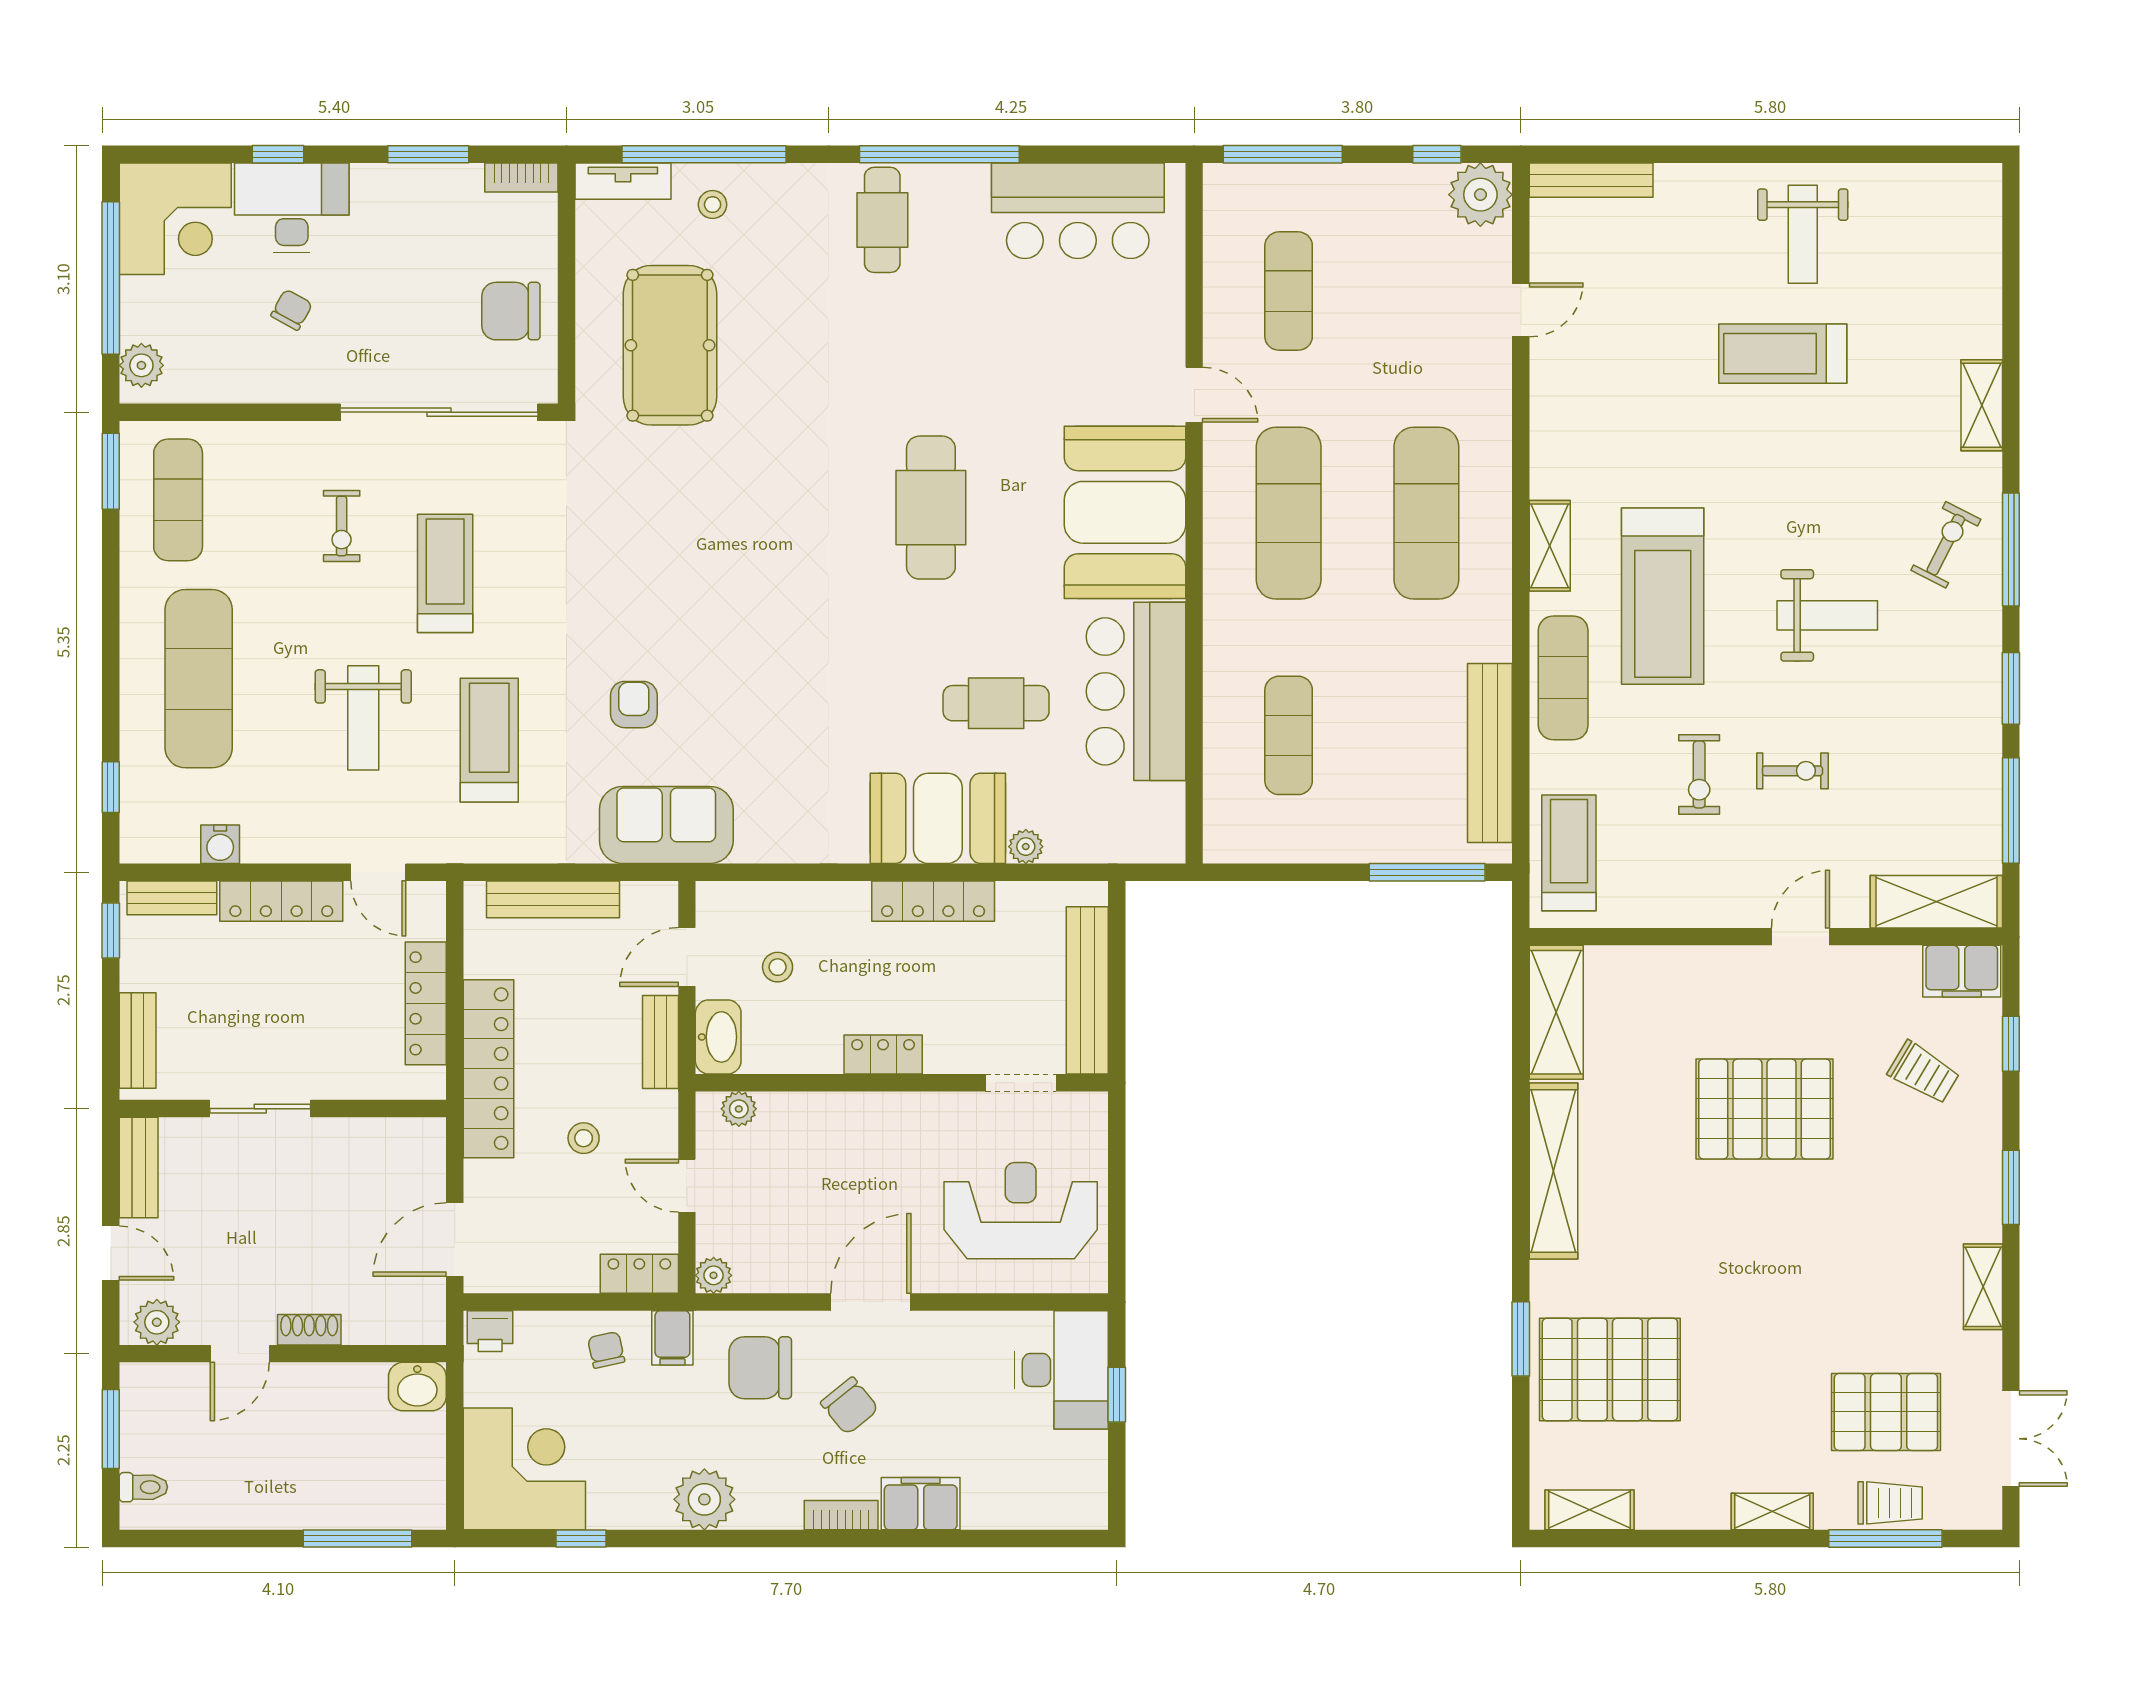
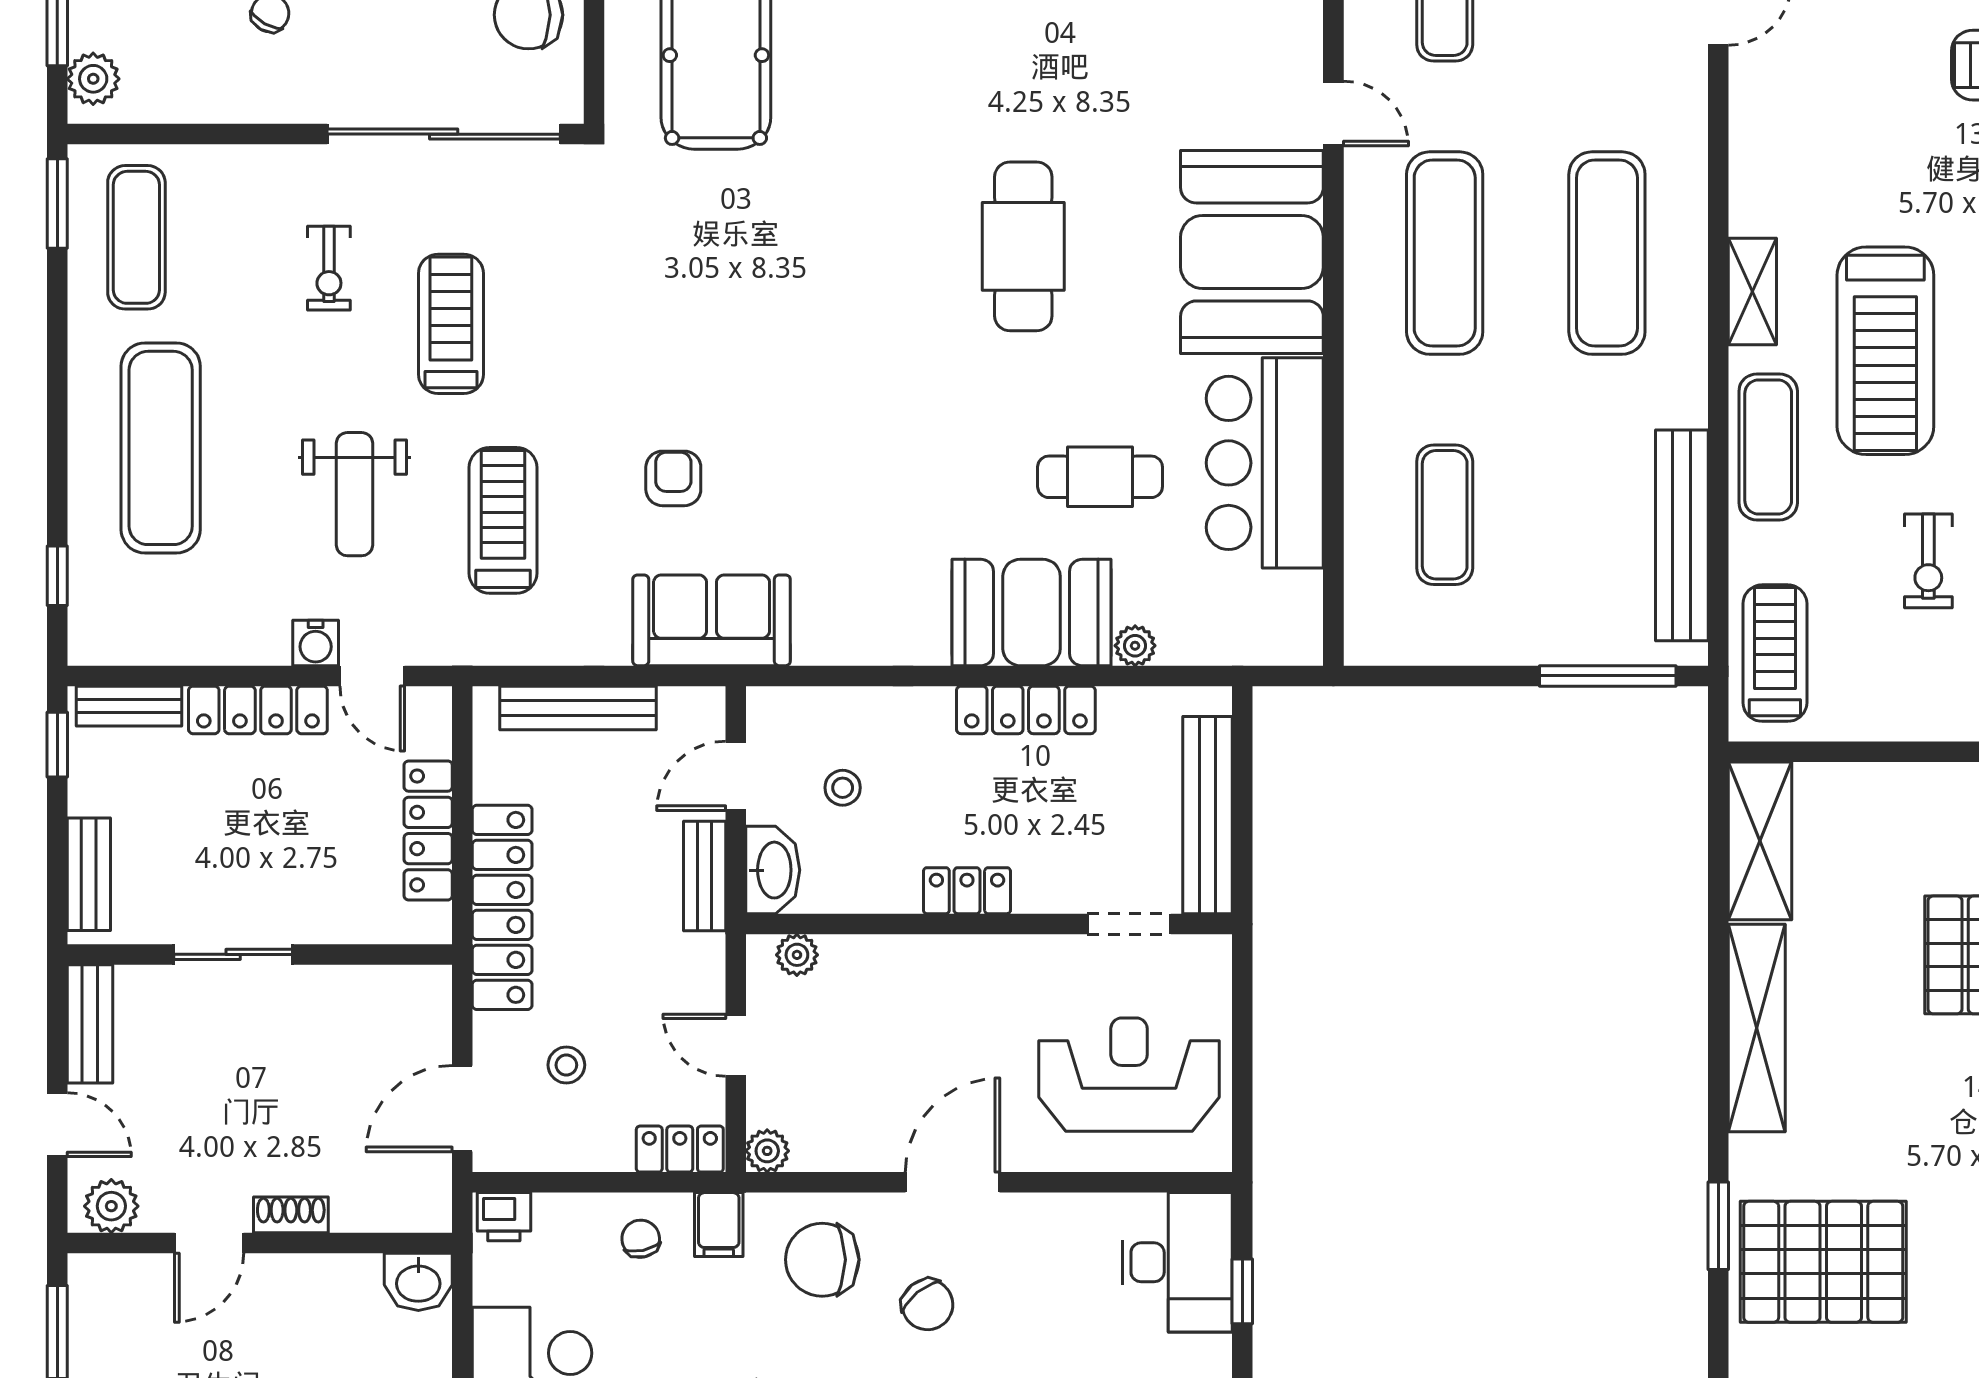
water cooler: (220, 844) -> (316, 643), moved
stool: (584, 1138) -> (566, 1065), moved

